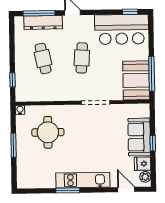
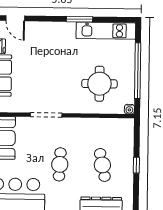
window: (12, 80) -> (136, 165), moved
window: (14, 145) -> (138, 71), width x2.11
kitchen unit: (83, 180) -> (106, 31), moved

